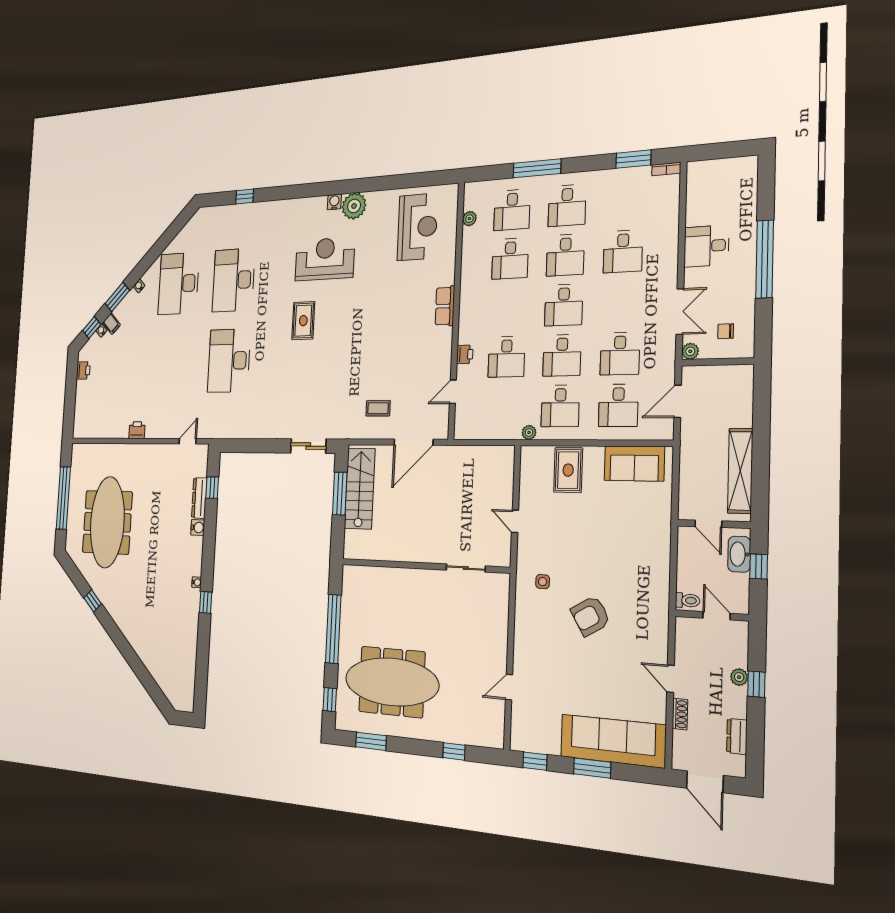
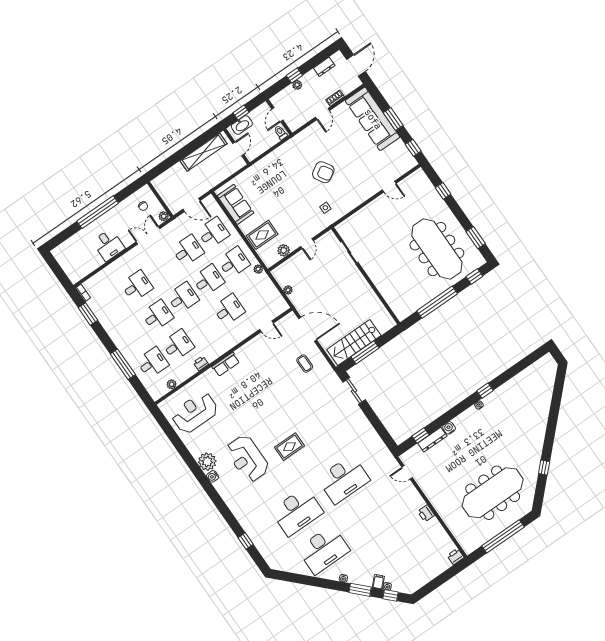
desk: (567, 205) -> (132, 333), removed
printer: (465, 354) -> (201, 363), moved
printer: (83, 370) -> (456, 556), moved
plant: (476, 452) -> (288, 290), added
plant: (528, 484) -> (284, 250), added

